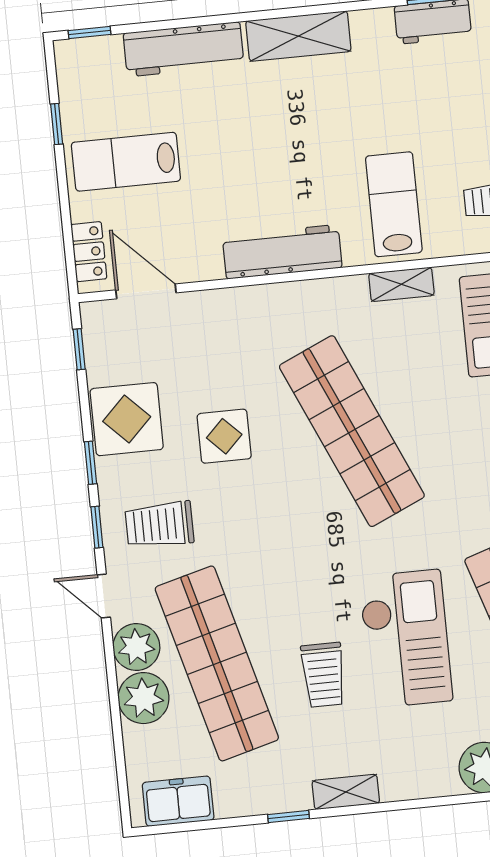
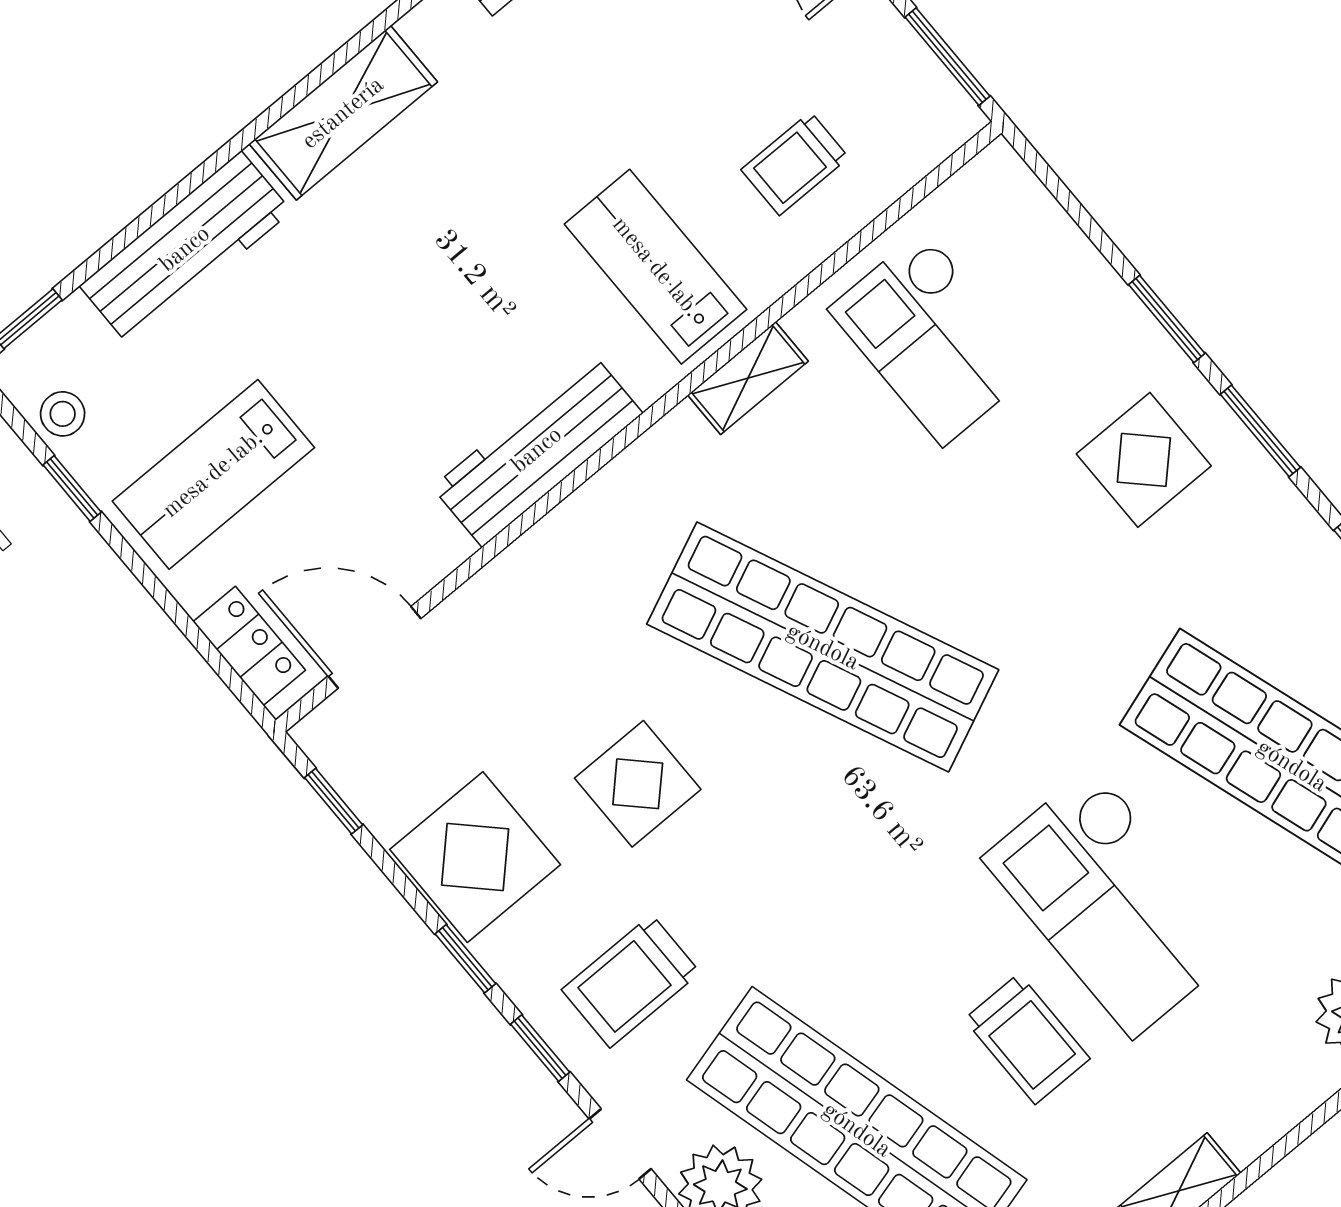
stool: (76, 87) -> (63, 414), added
checkout: (406, 639) -> (1113, 902), turned 180

